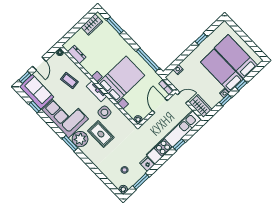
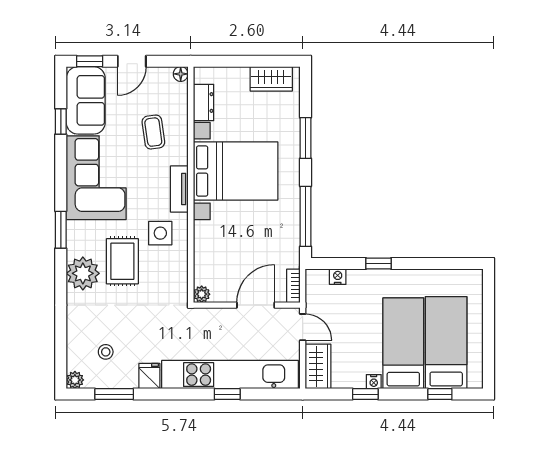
window: (115, 26) -> (305, 138), moved
window: (201, 39) -> (379, 264), moved
bed with nightstands: (121, 79) -> (236, 171), moved
window: (241, 85) -> (440, 394), moved
plant: (80, 139) -> (83, 273), moved

